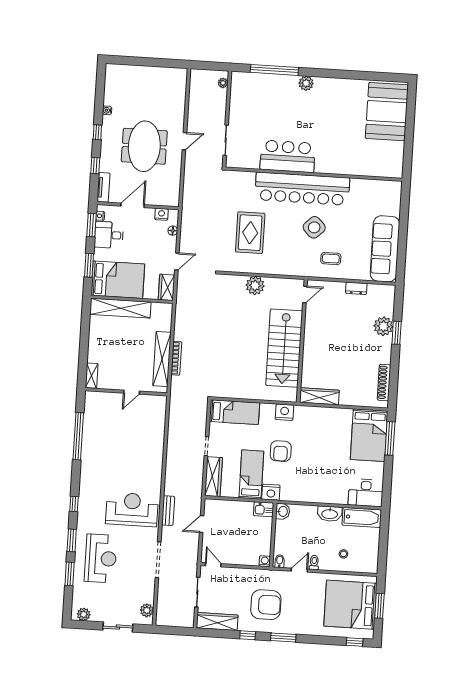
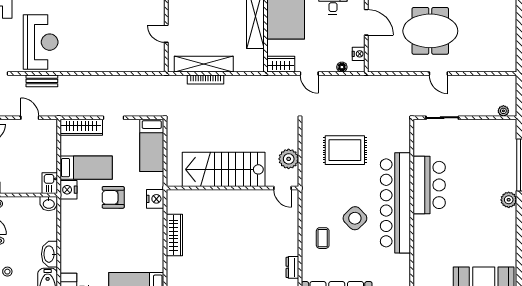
door: (305, 294) -> (283, 188), moved
wall: (302, 341) -> (233, 188), moved
stairs: (284, 348) -> (224, 169), moved

